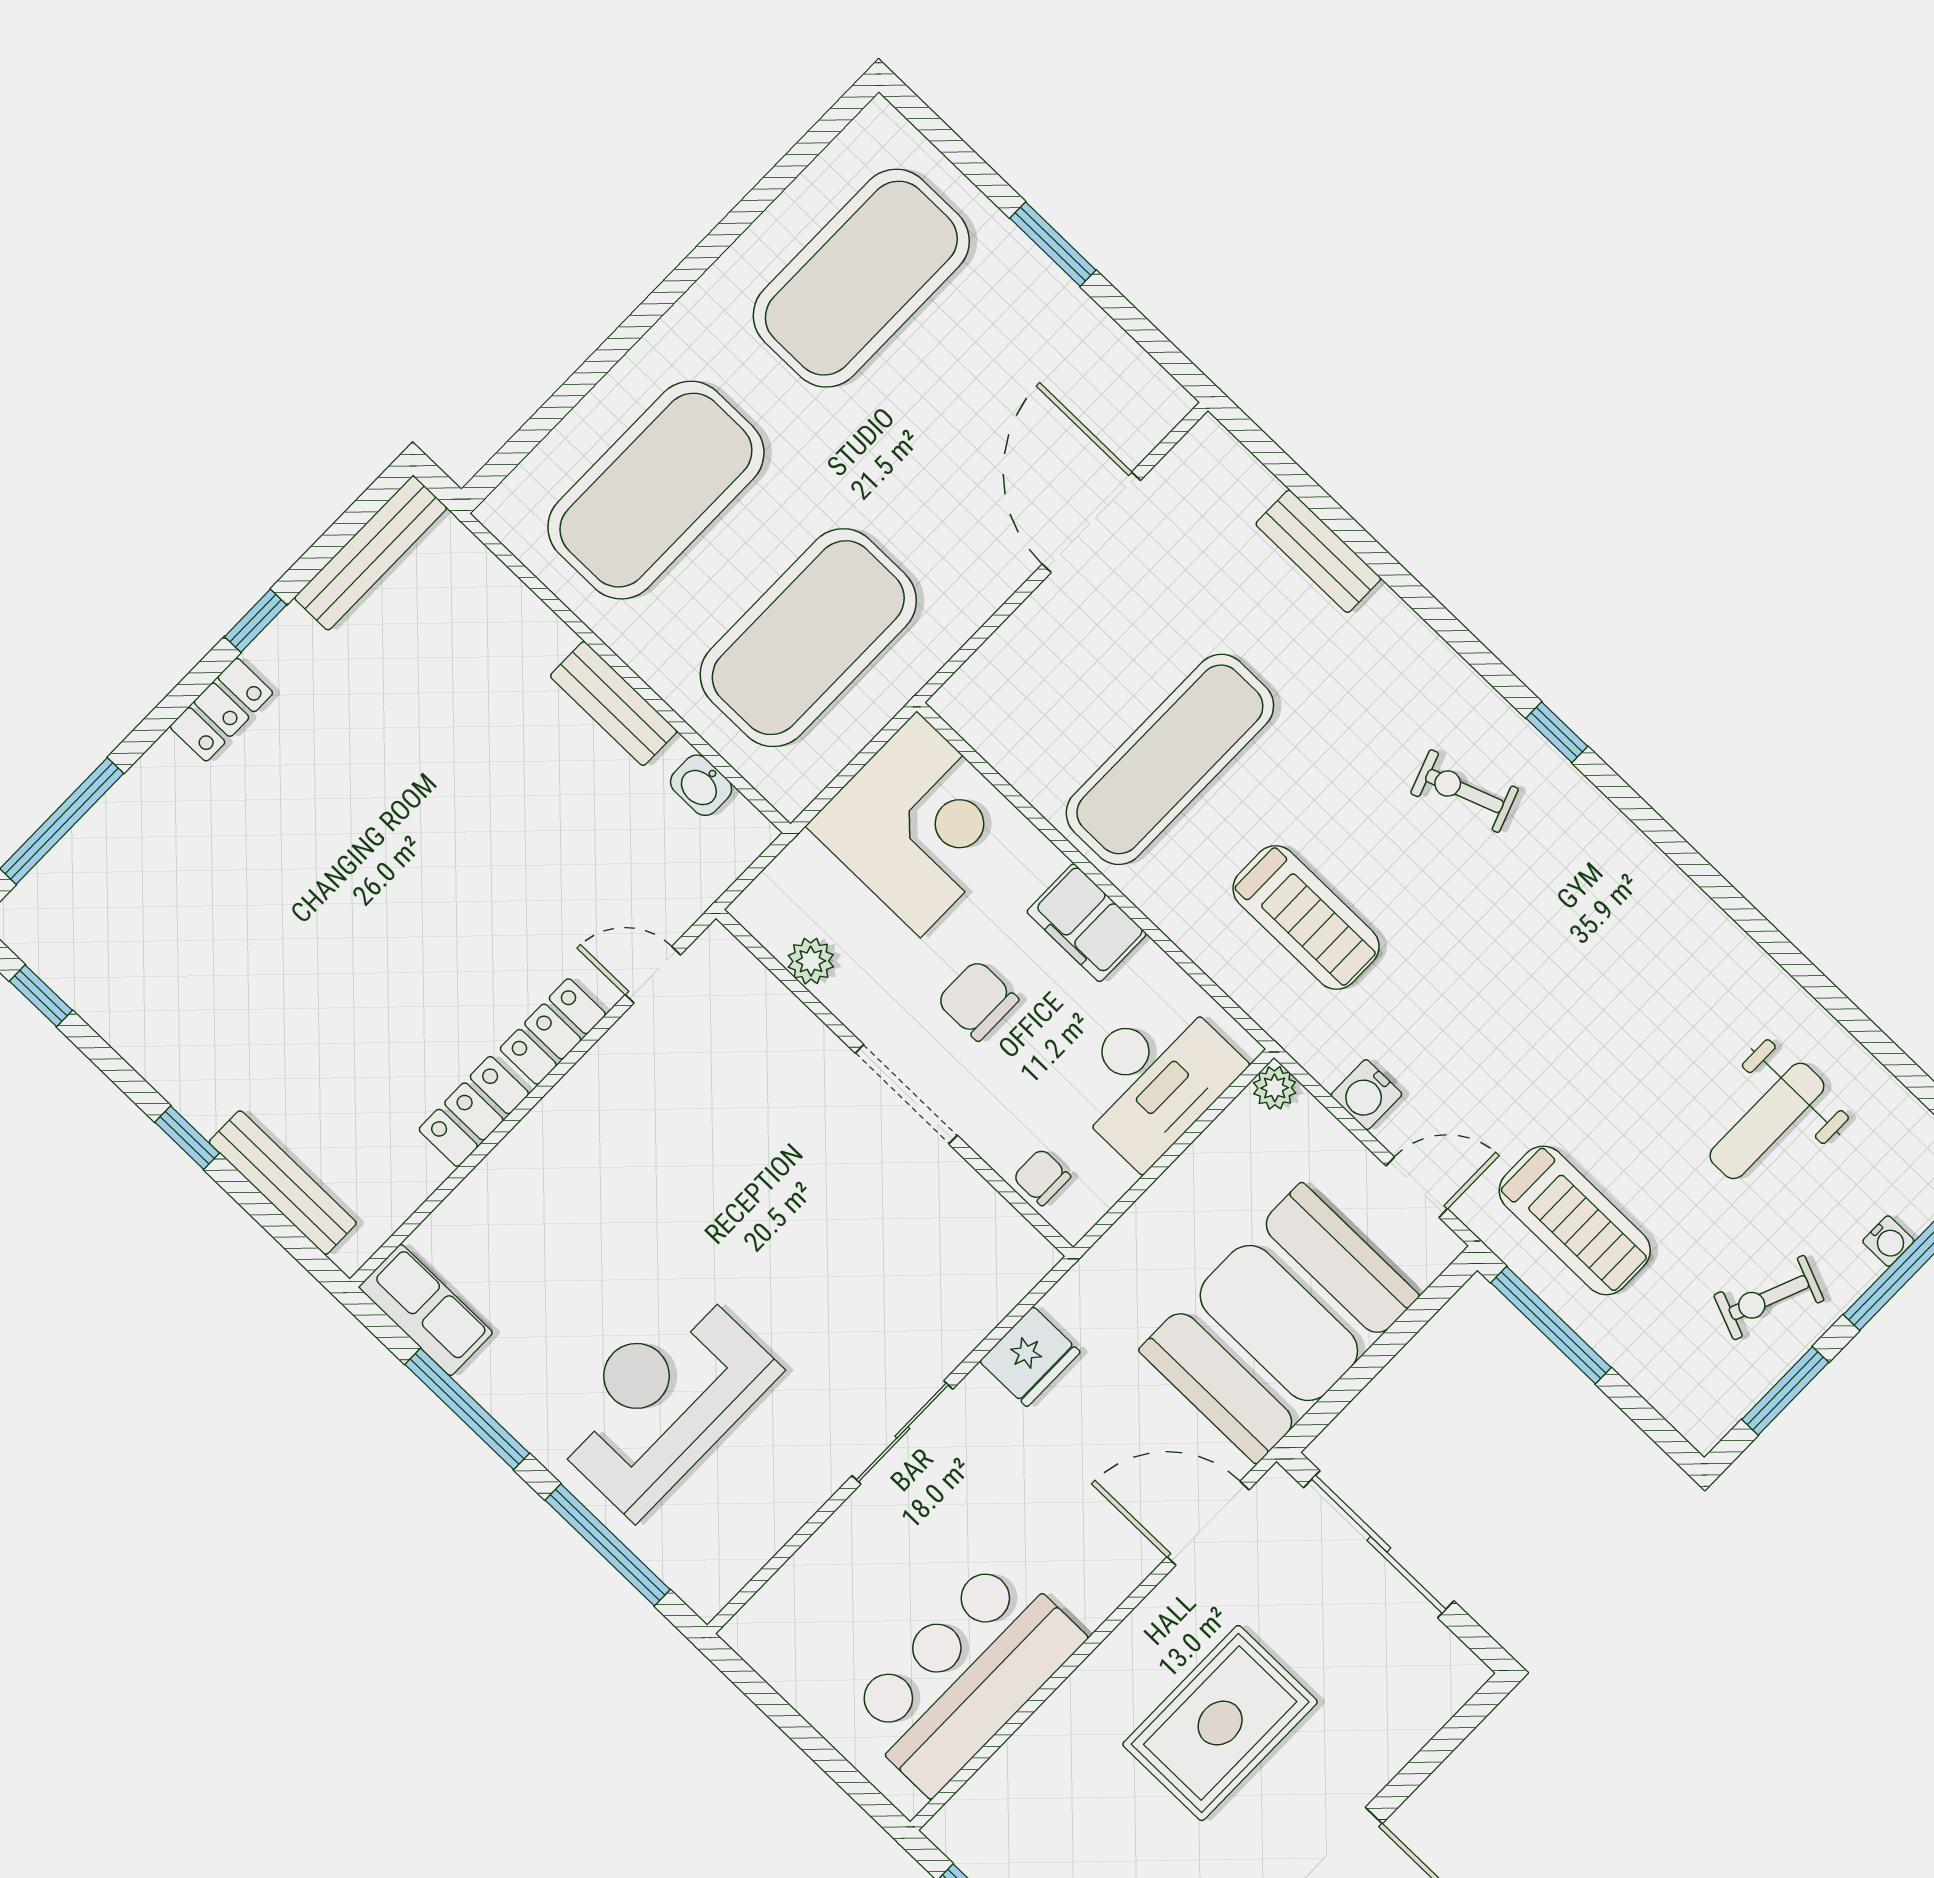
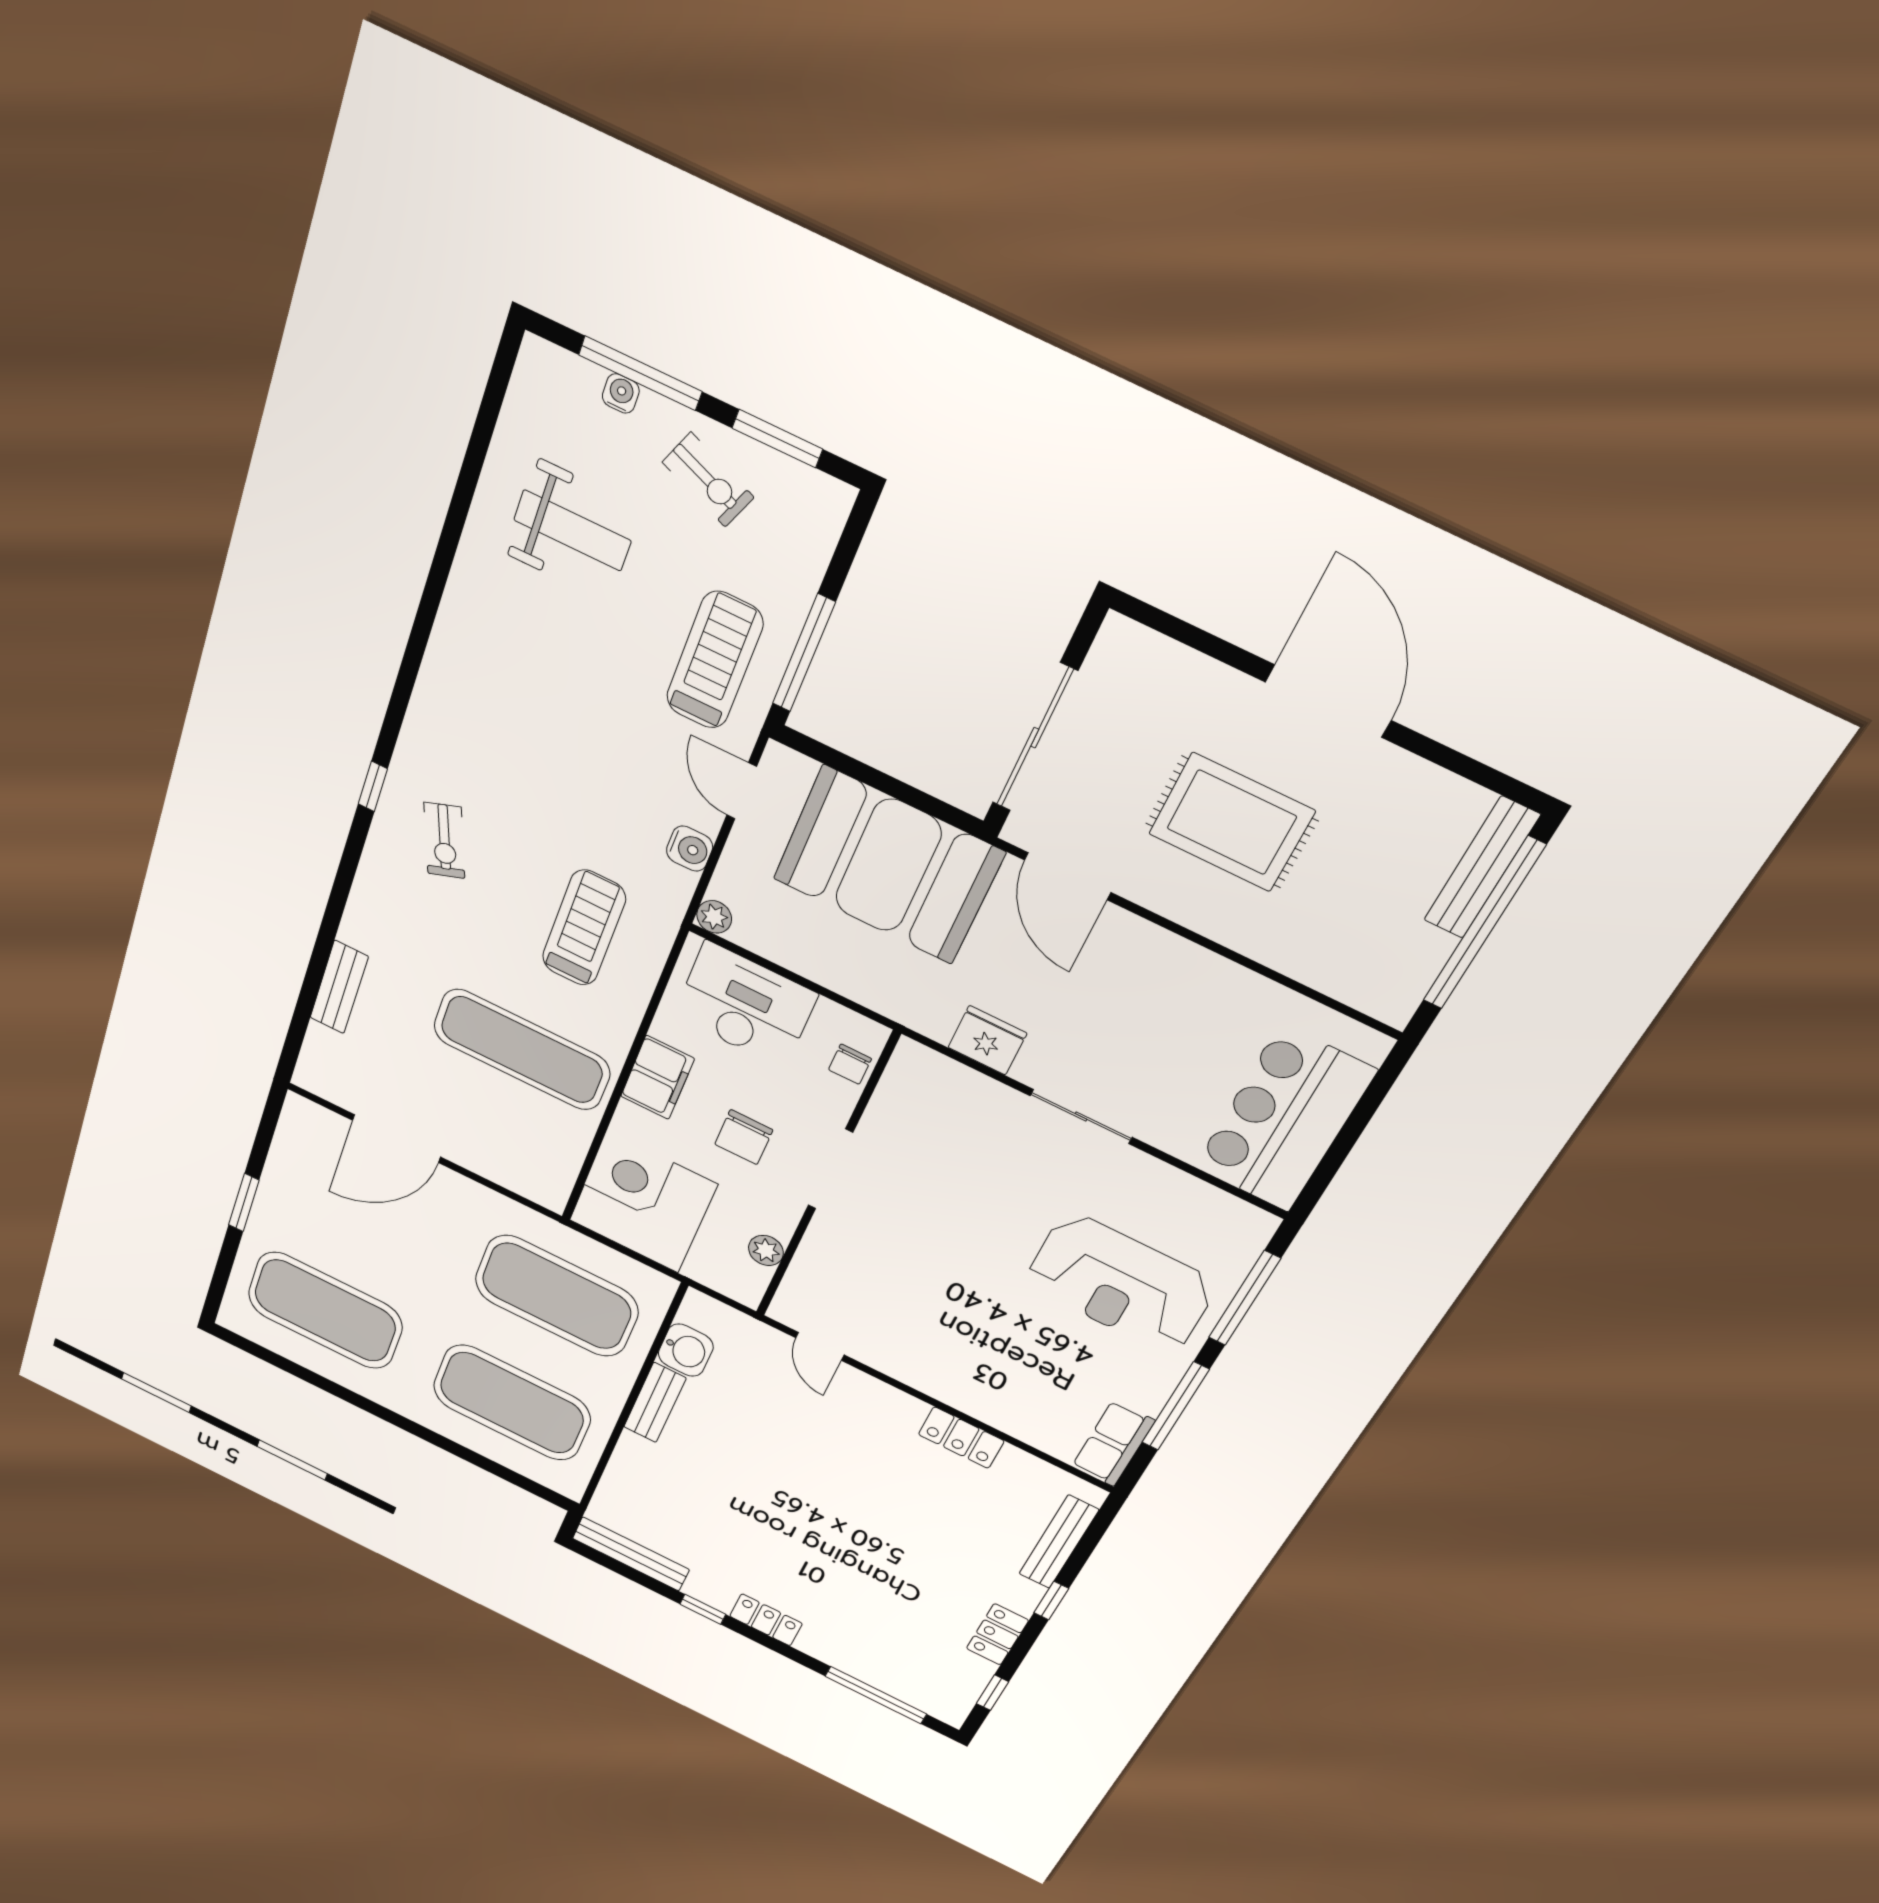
washbasin: (701, 785) -> (686, 1350), width x1.38, depth x1.45
locker: (553, 1032) -> (997, 1634), moved, turned 90
bar counter: (965, 1675) -> (1284, 1119), moved, turned 90

